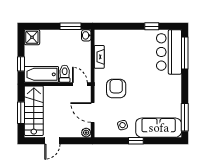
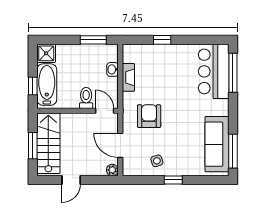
window: (152, 26) -> (162, 40), moved
washbasin: (86, 35) -> (113, 69), moved
bathtub: (41, 74) -> (47, 85), moved, turned 90
sofa: (159, 128) -> (217, 144), moved, turned -90

